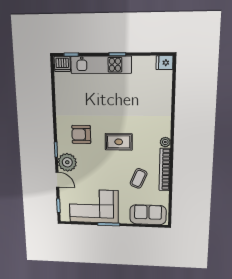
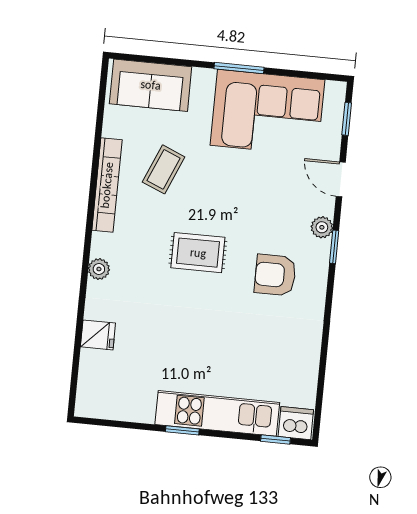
fridge: (164, 63) -> (98, 335), moved
armchair: (81, 134) -> (275, 275), turned 180
plant: (165, 142) -> (99, 269), moved
plant: (67, 162) -> (322, 227), width x0.53, depth x0.53

